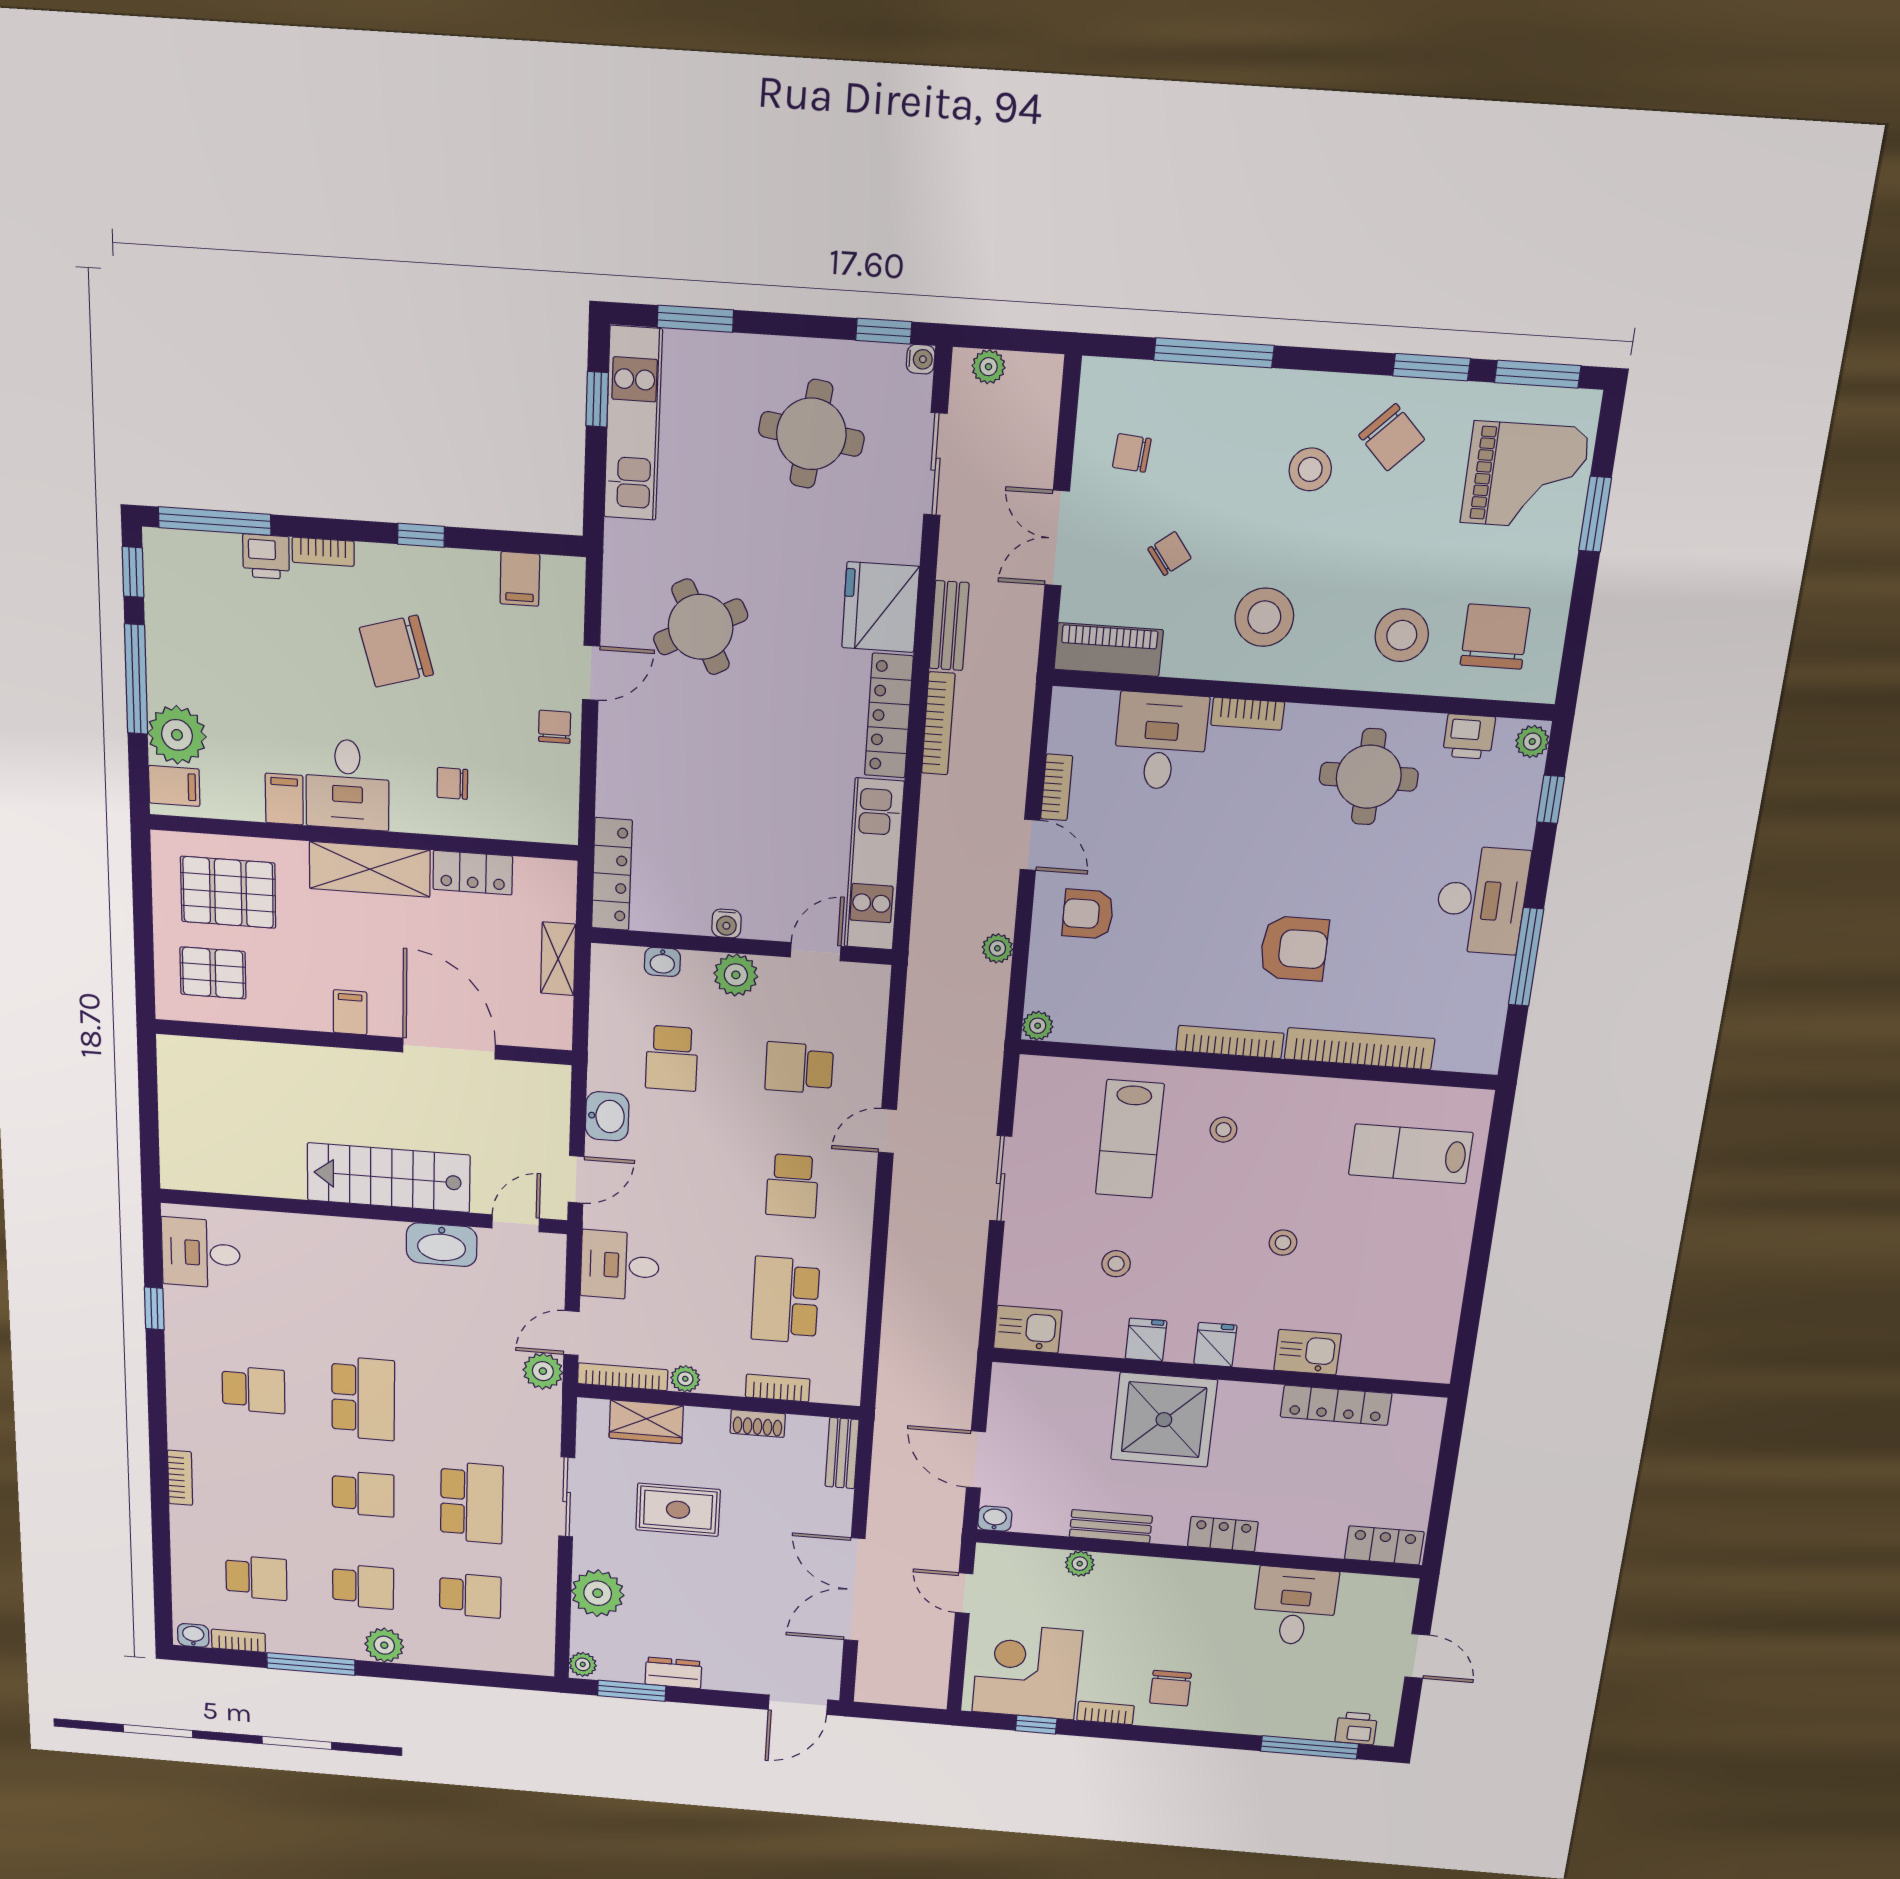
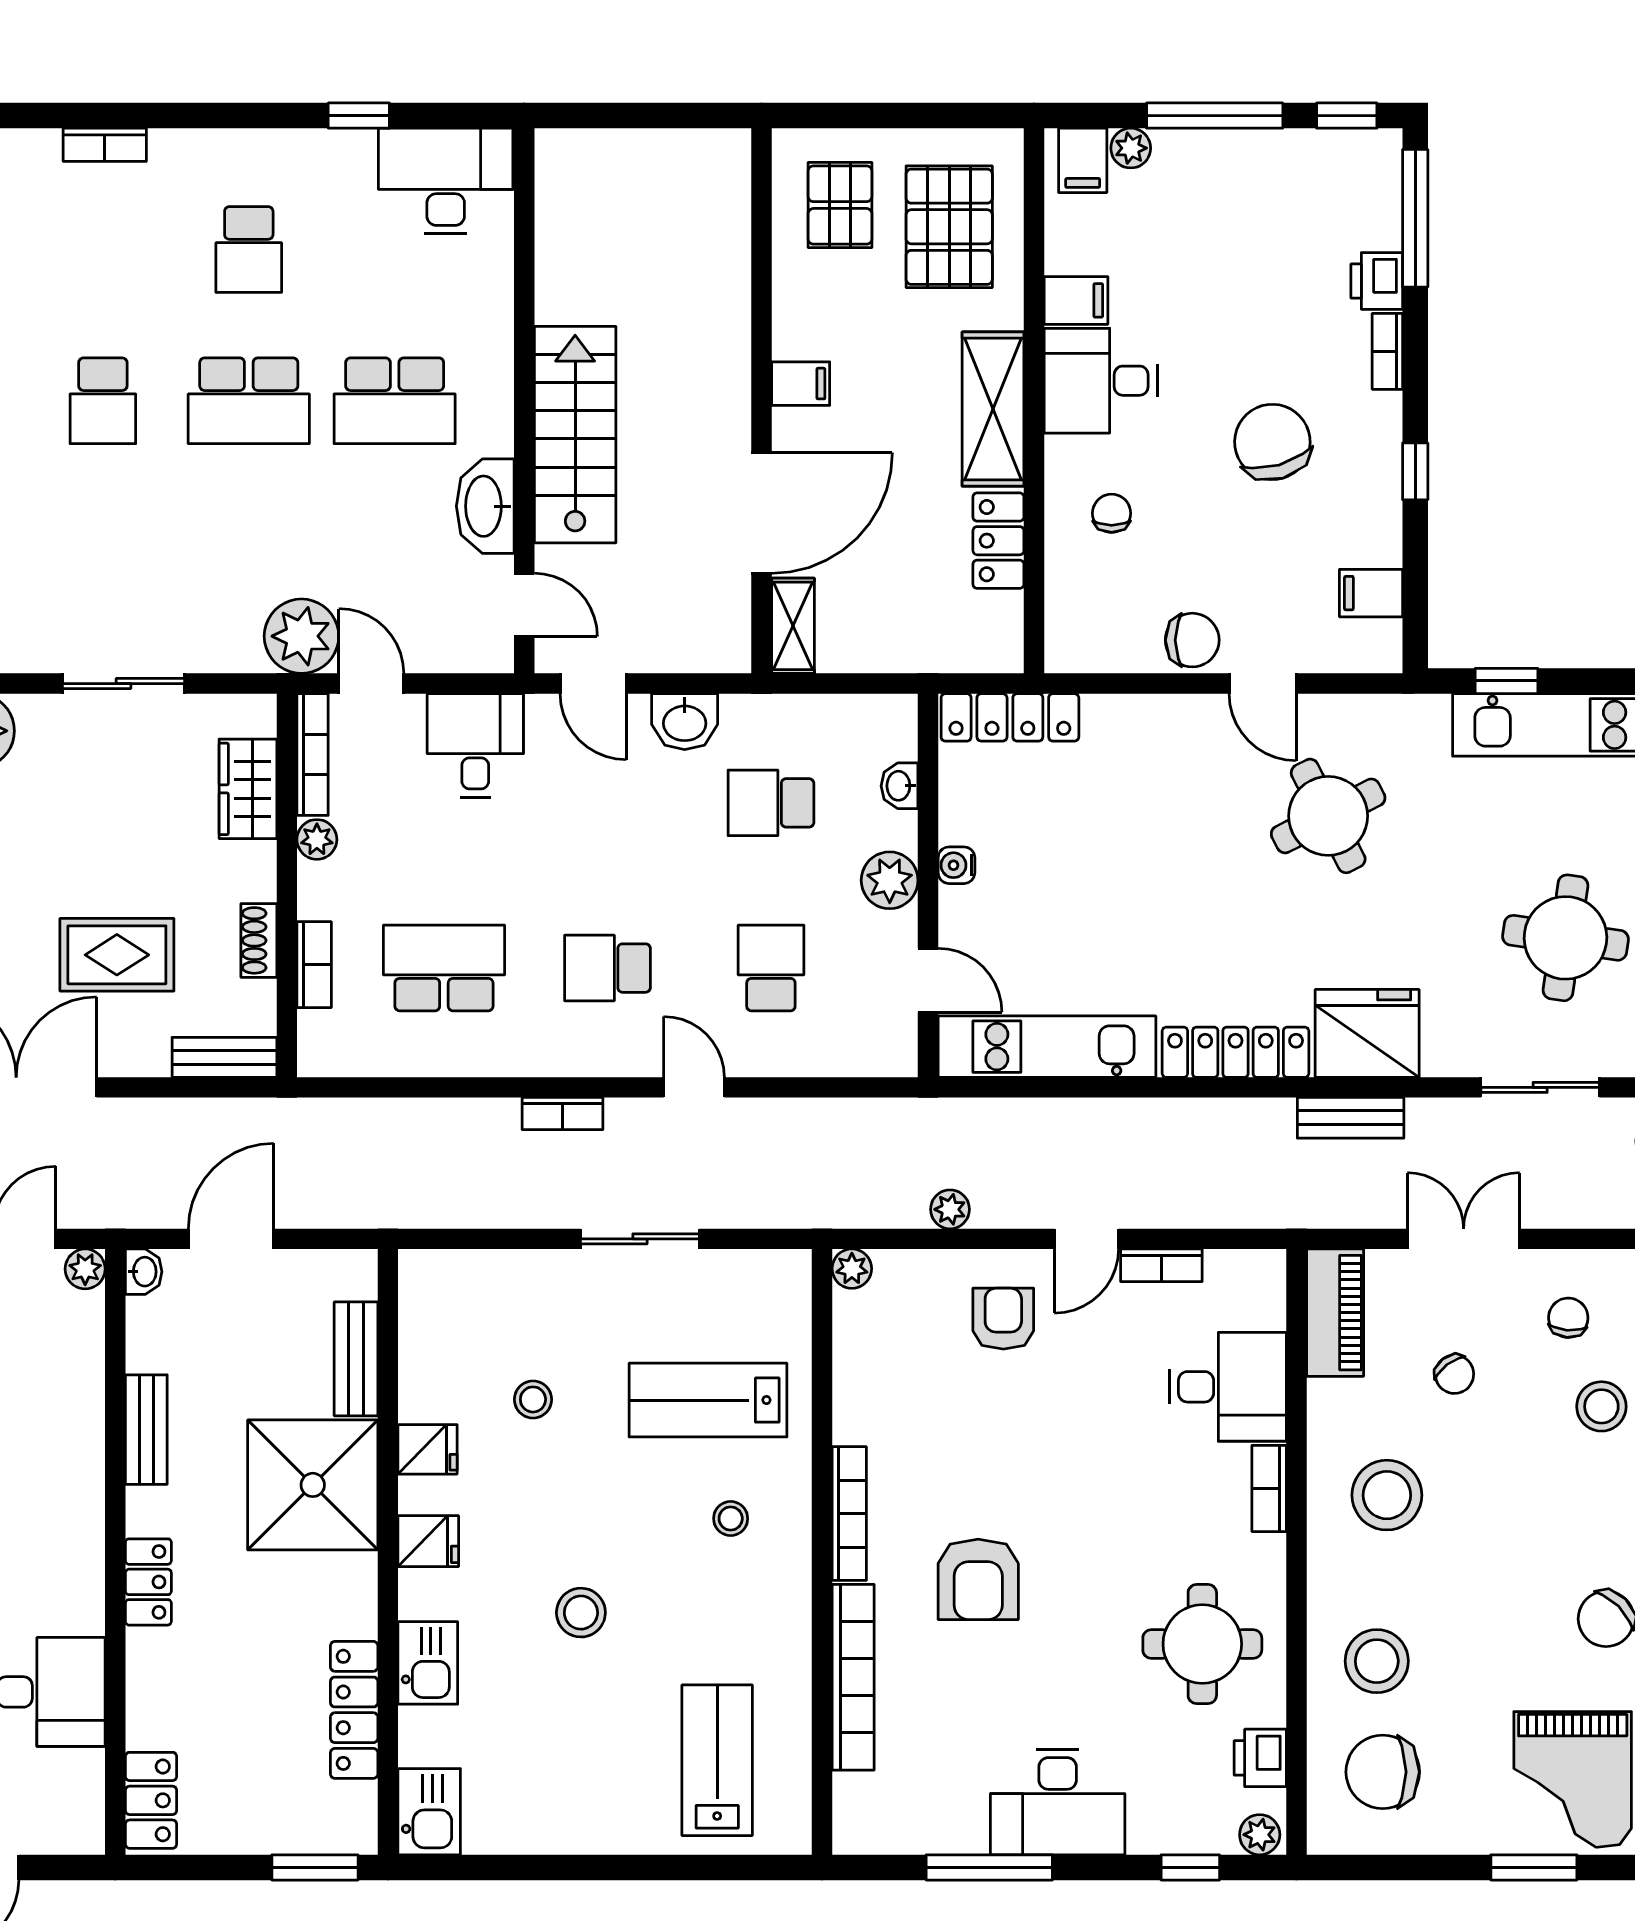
window: (597, 399) -> (1507, 681), moved
stool: (1310, 469) -> (1601, 1406), moved
chair: (1495, 637) -> (1383, 1772), turned 180
bookcase: (938, 723) -> (562, 1114), moved, width x0.64
chair: (555, 727) -> (1192, 640), width x1.37, depth x1.37
plant: (177, 735) -> (1131, 148), width x0.53, depth x0.53
shelving: (558, 959) -> (793, 626), moved, turned 90
stool: (1283, 1243) -> (581, 1613), width x1.37, depth x1.37
desk: (201, 1253) -> (446, 181), width x1.37
kitchen sink: (1028, 1329) -> (429, 1812), moved
plant: (543, 1371) -> (301, 636), width x1.36, depth x1.36
bench: (1073, 1383) -> (356, 1359), added
window: (1451, 1441) -> (315, 1867), added
school desk: (472, 1503) -> (395, 401), moved
rug: (678, 1510) -> (117, 955), moved, turned 90
plant: (1080, 1564) -> (85, 1269), moved

